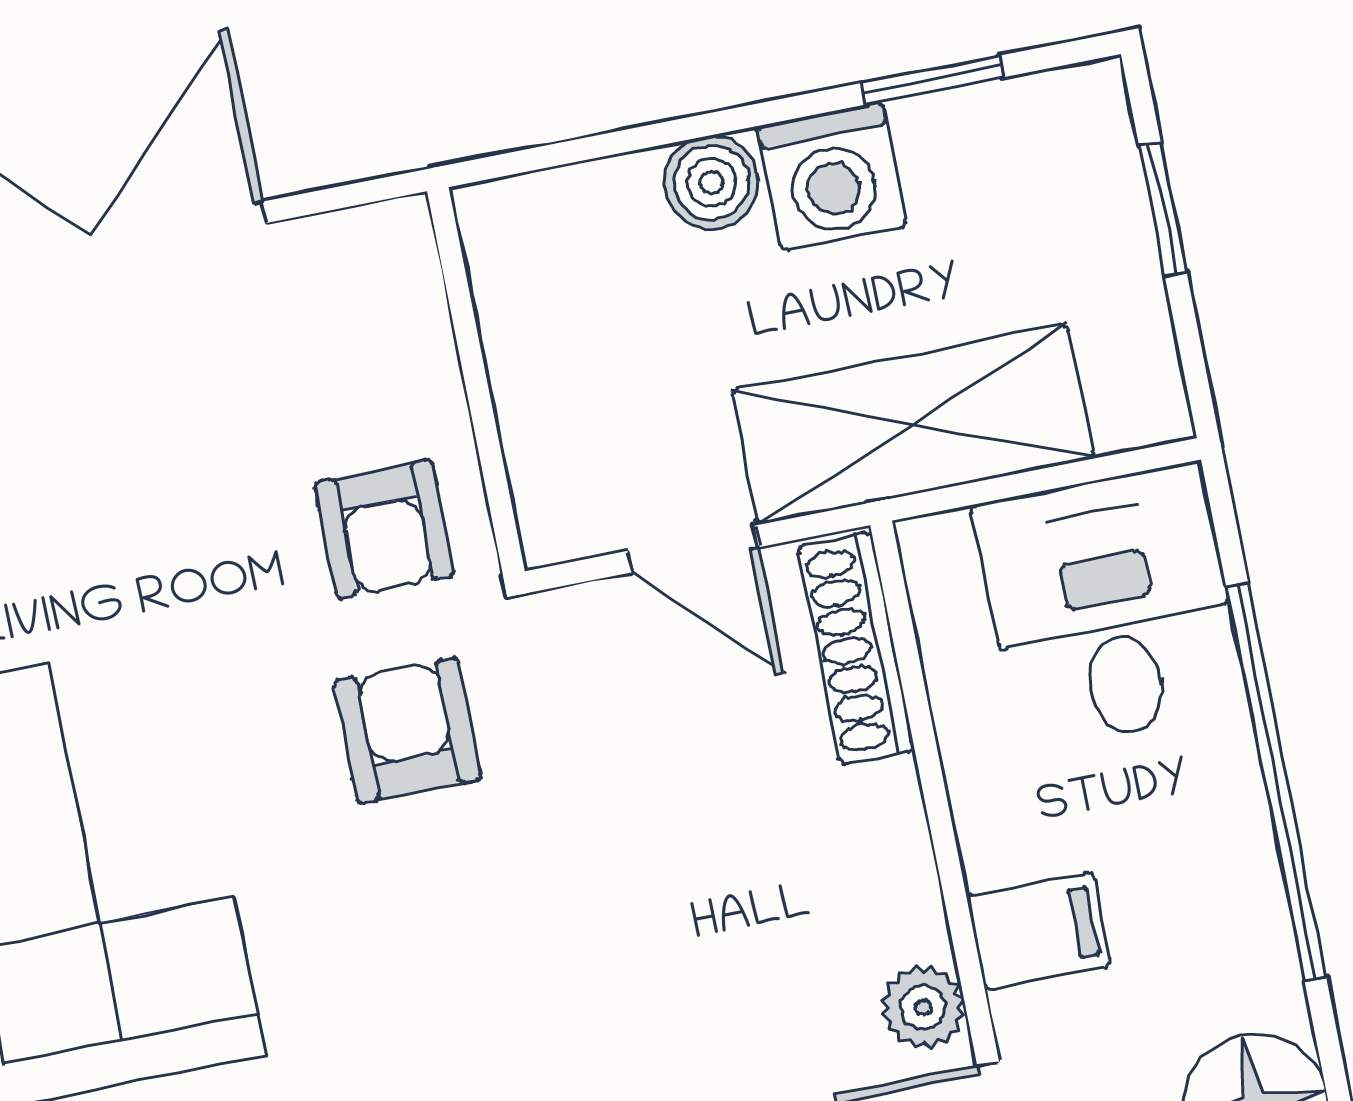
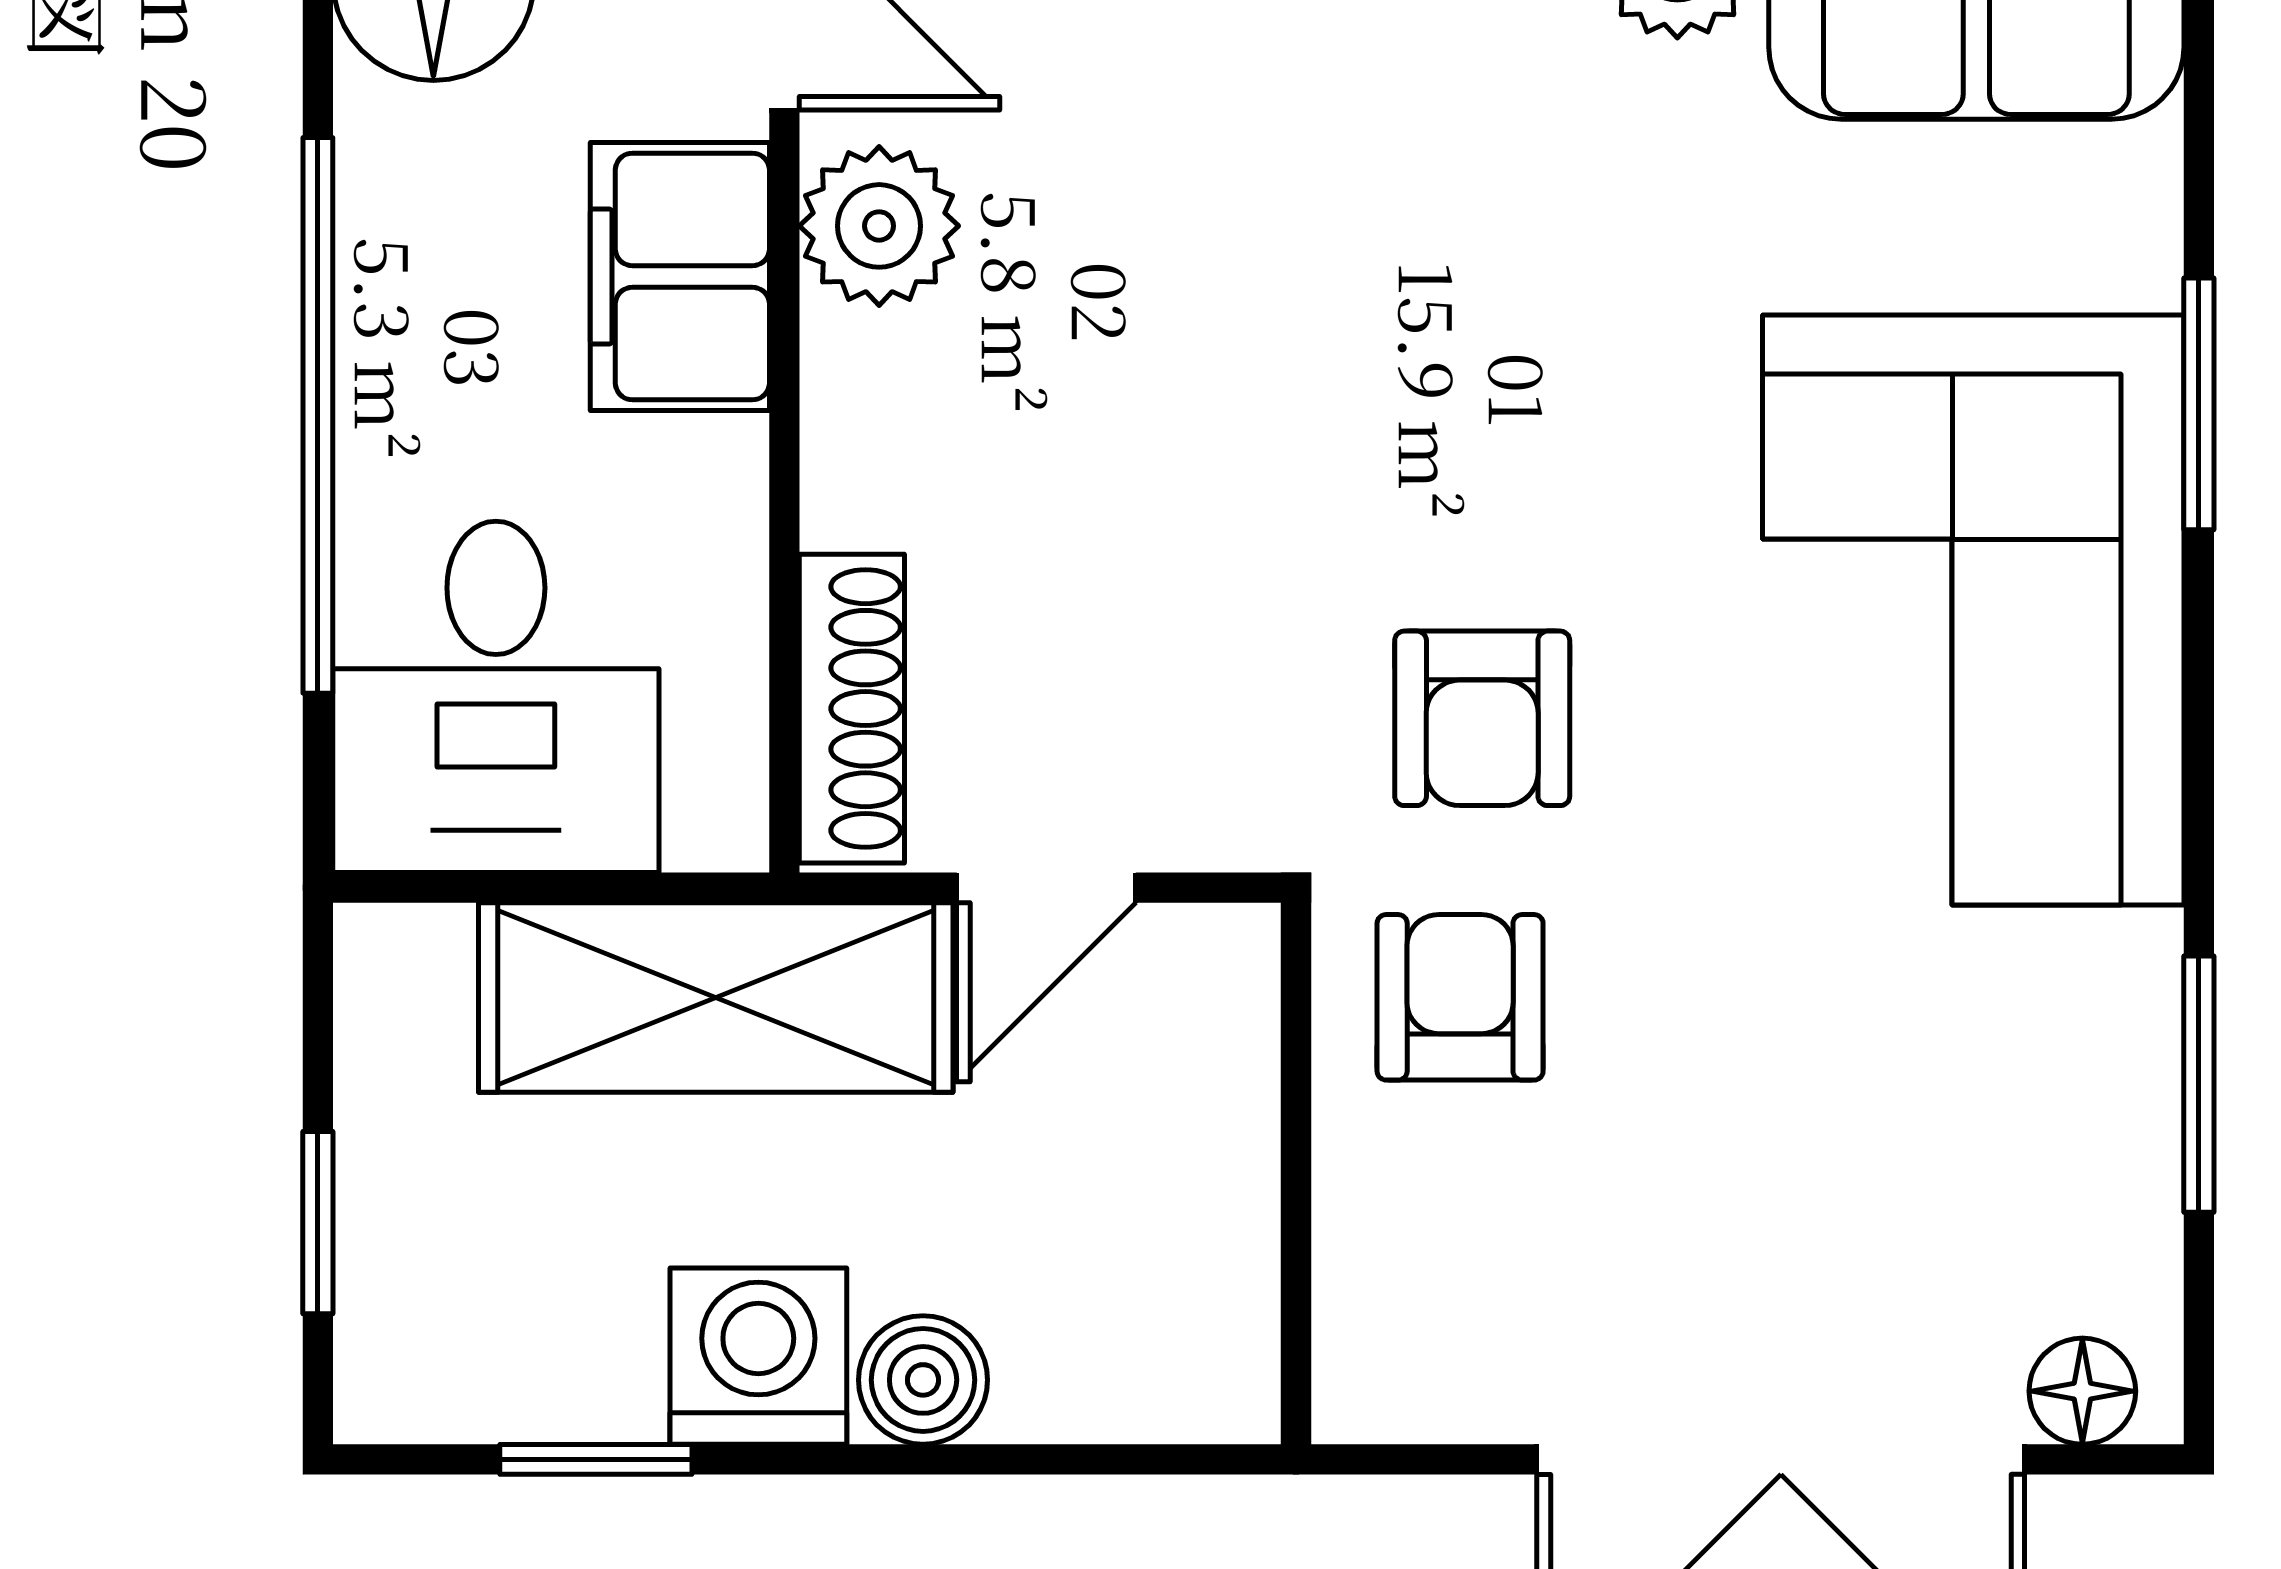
door: (693, 549) -> (1046, 888), swing flipped
filing cabinet: (1039, 931) -> (680, 277), width x2.00
plant: (923, 1007) -> (879, 226), width x1.38, depth x1.38

